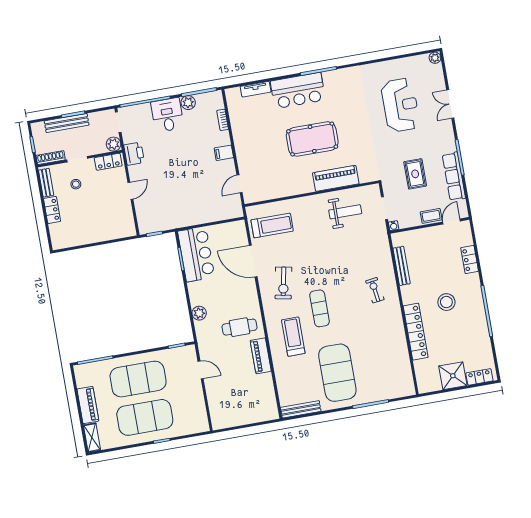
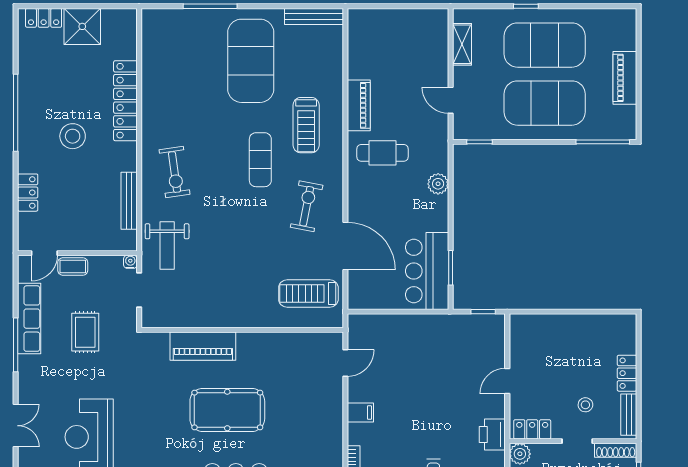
weight bench: (345, 212) -> (167, 246), moved, turned -90
exercise bike: (375, 290) -> (175, 172), width x1.38, depth x1.39
shelving: (92, 438) -> (462, 44), moved

